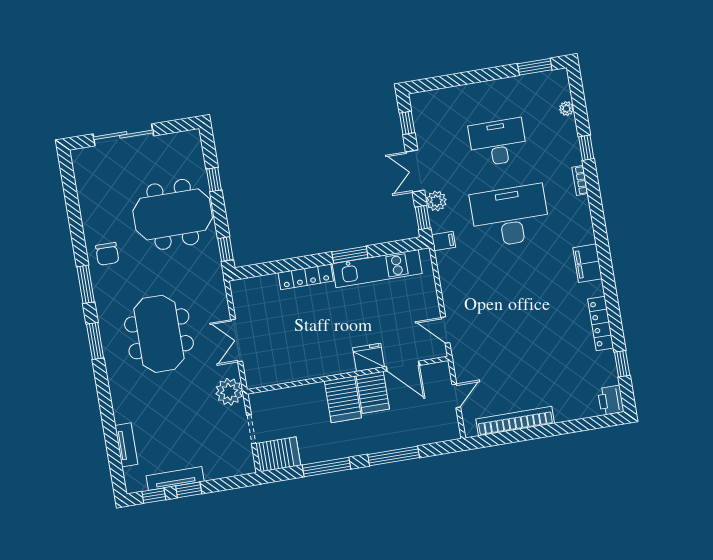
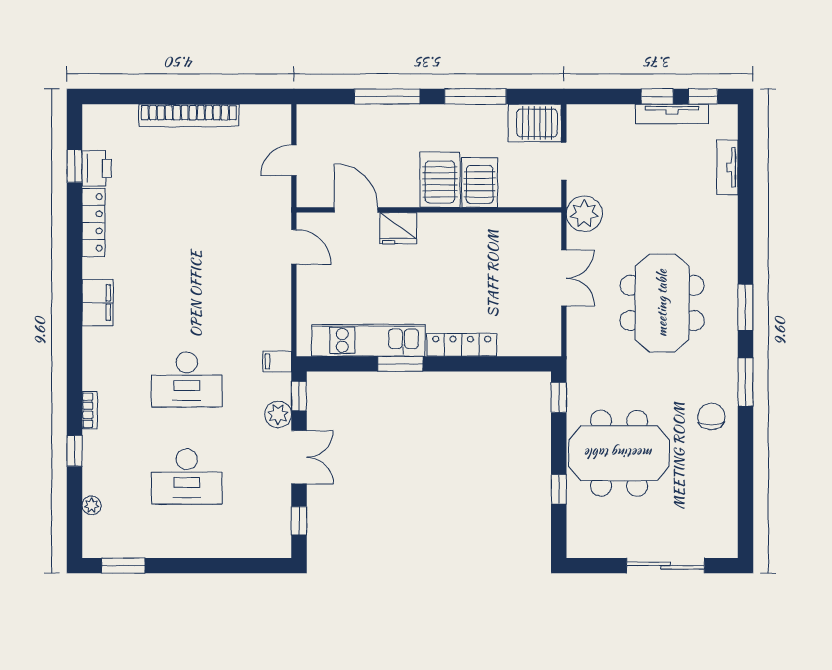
desk: (510, 216) -> (187, 380), width x0.73, depth x0.77
server rack: (373, 392) -> (480, 182), moved
printer: (611, 400) -> (97, 168), moved
bookcase: (515, 421) -> (189, 115), moved

